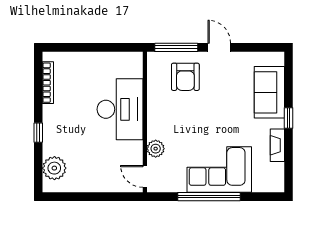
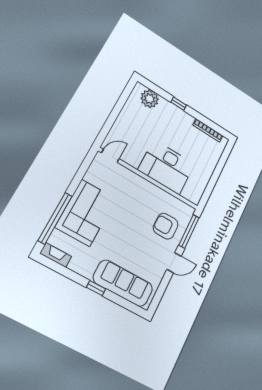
sofa: (269, 92) -> (123, 283), width x1.36
fireplace: (277, 145) -> (56, 255), moved
plant: (156, 149) -> (126, 175), removed
window: (209, 197) -> (55, 218), moved

